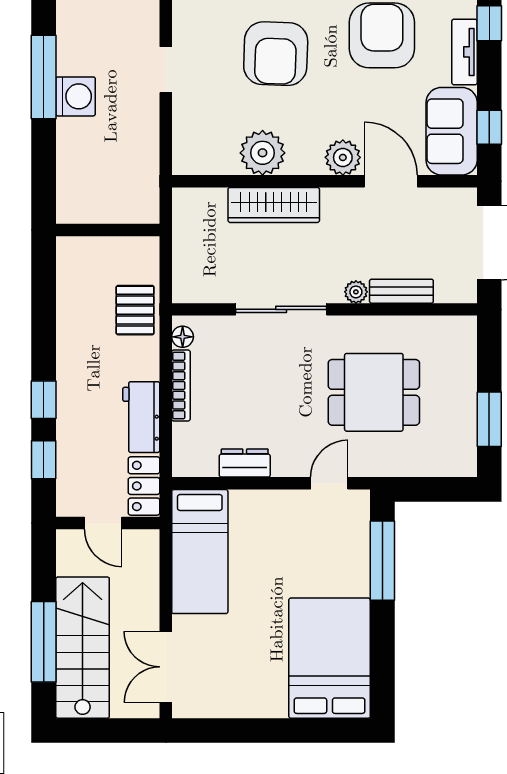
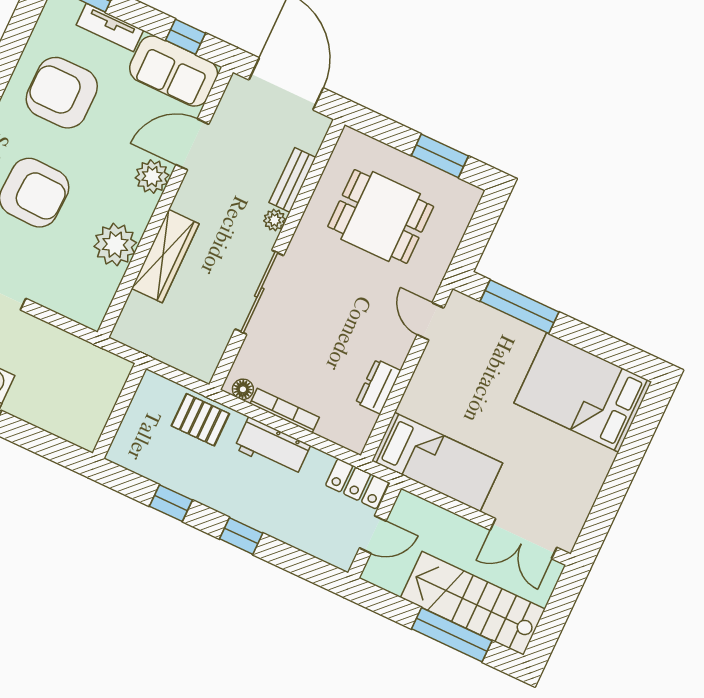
dining table: (374, 392) -> (381, 216), moved, turned 90
workbench: (141, 417) -> (272, 447), moved
window: (44, 460) -> (171, 503), moved

